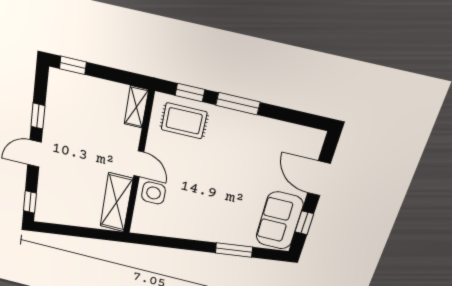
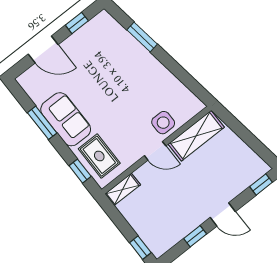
window: (238, 104) -> (42, 123), moved
door: (139, 164) -> (155, 151), swing flipped
door: (319, 178) -> (43, 49), hinge flipped
sofa: (279, 221) -> (66, 119), moved, turned -90

